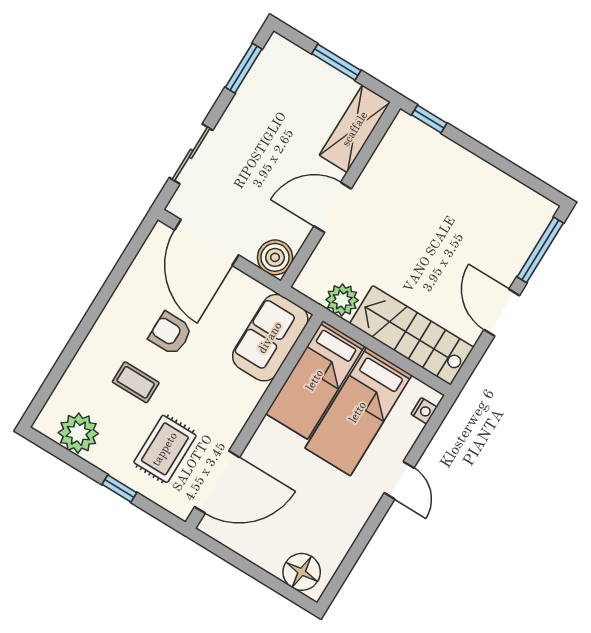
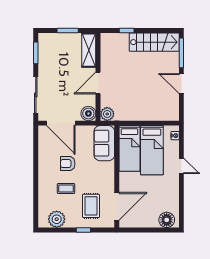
window: (429, 119) -> (127, 30), moved
sliding door: (191, 154) -> (36, 95), width x1.37
plant: (342, 300) -> (107, 114), moved
stairs: (412, 335) -> (154, 42), moved, turned 180

